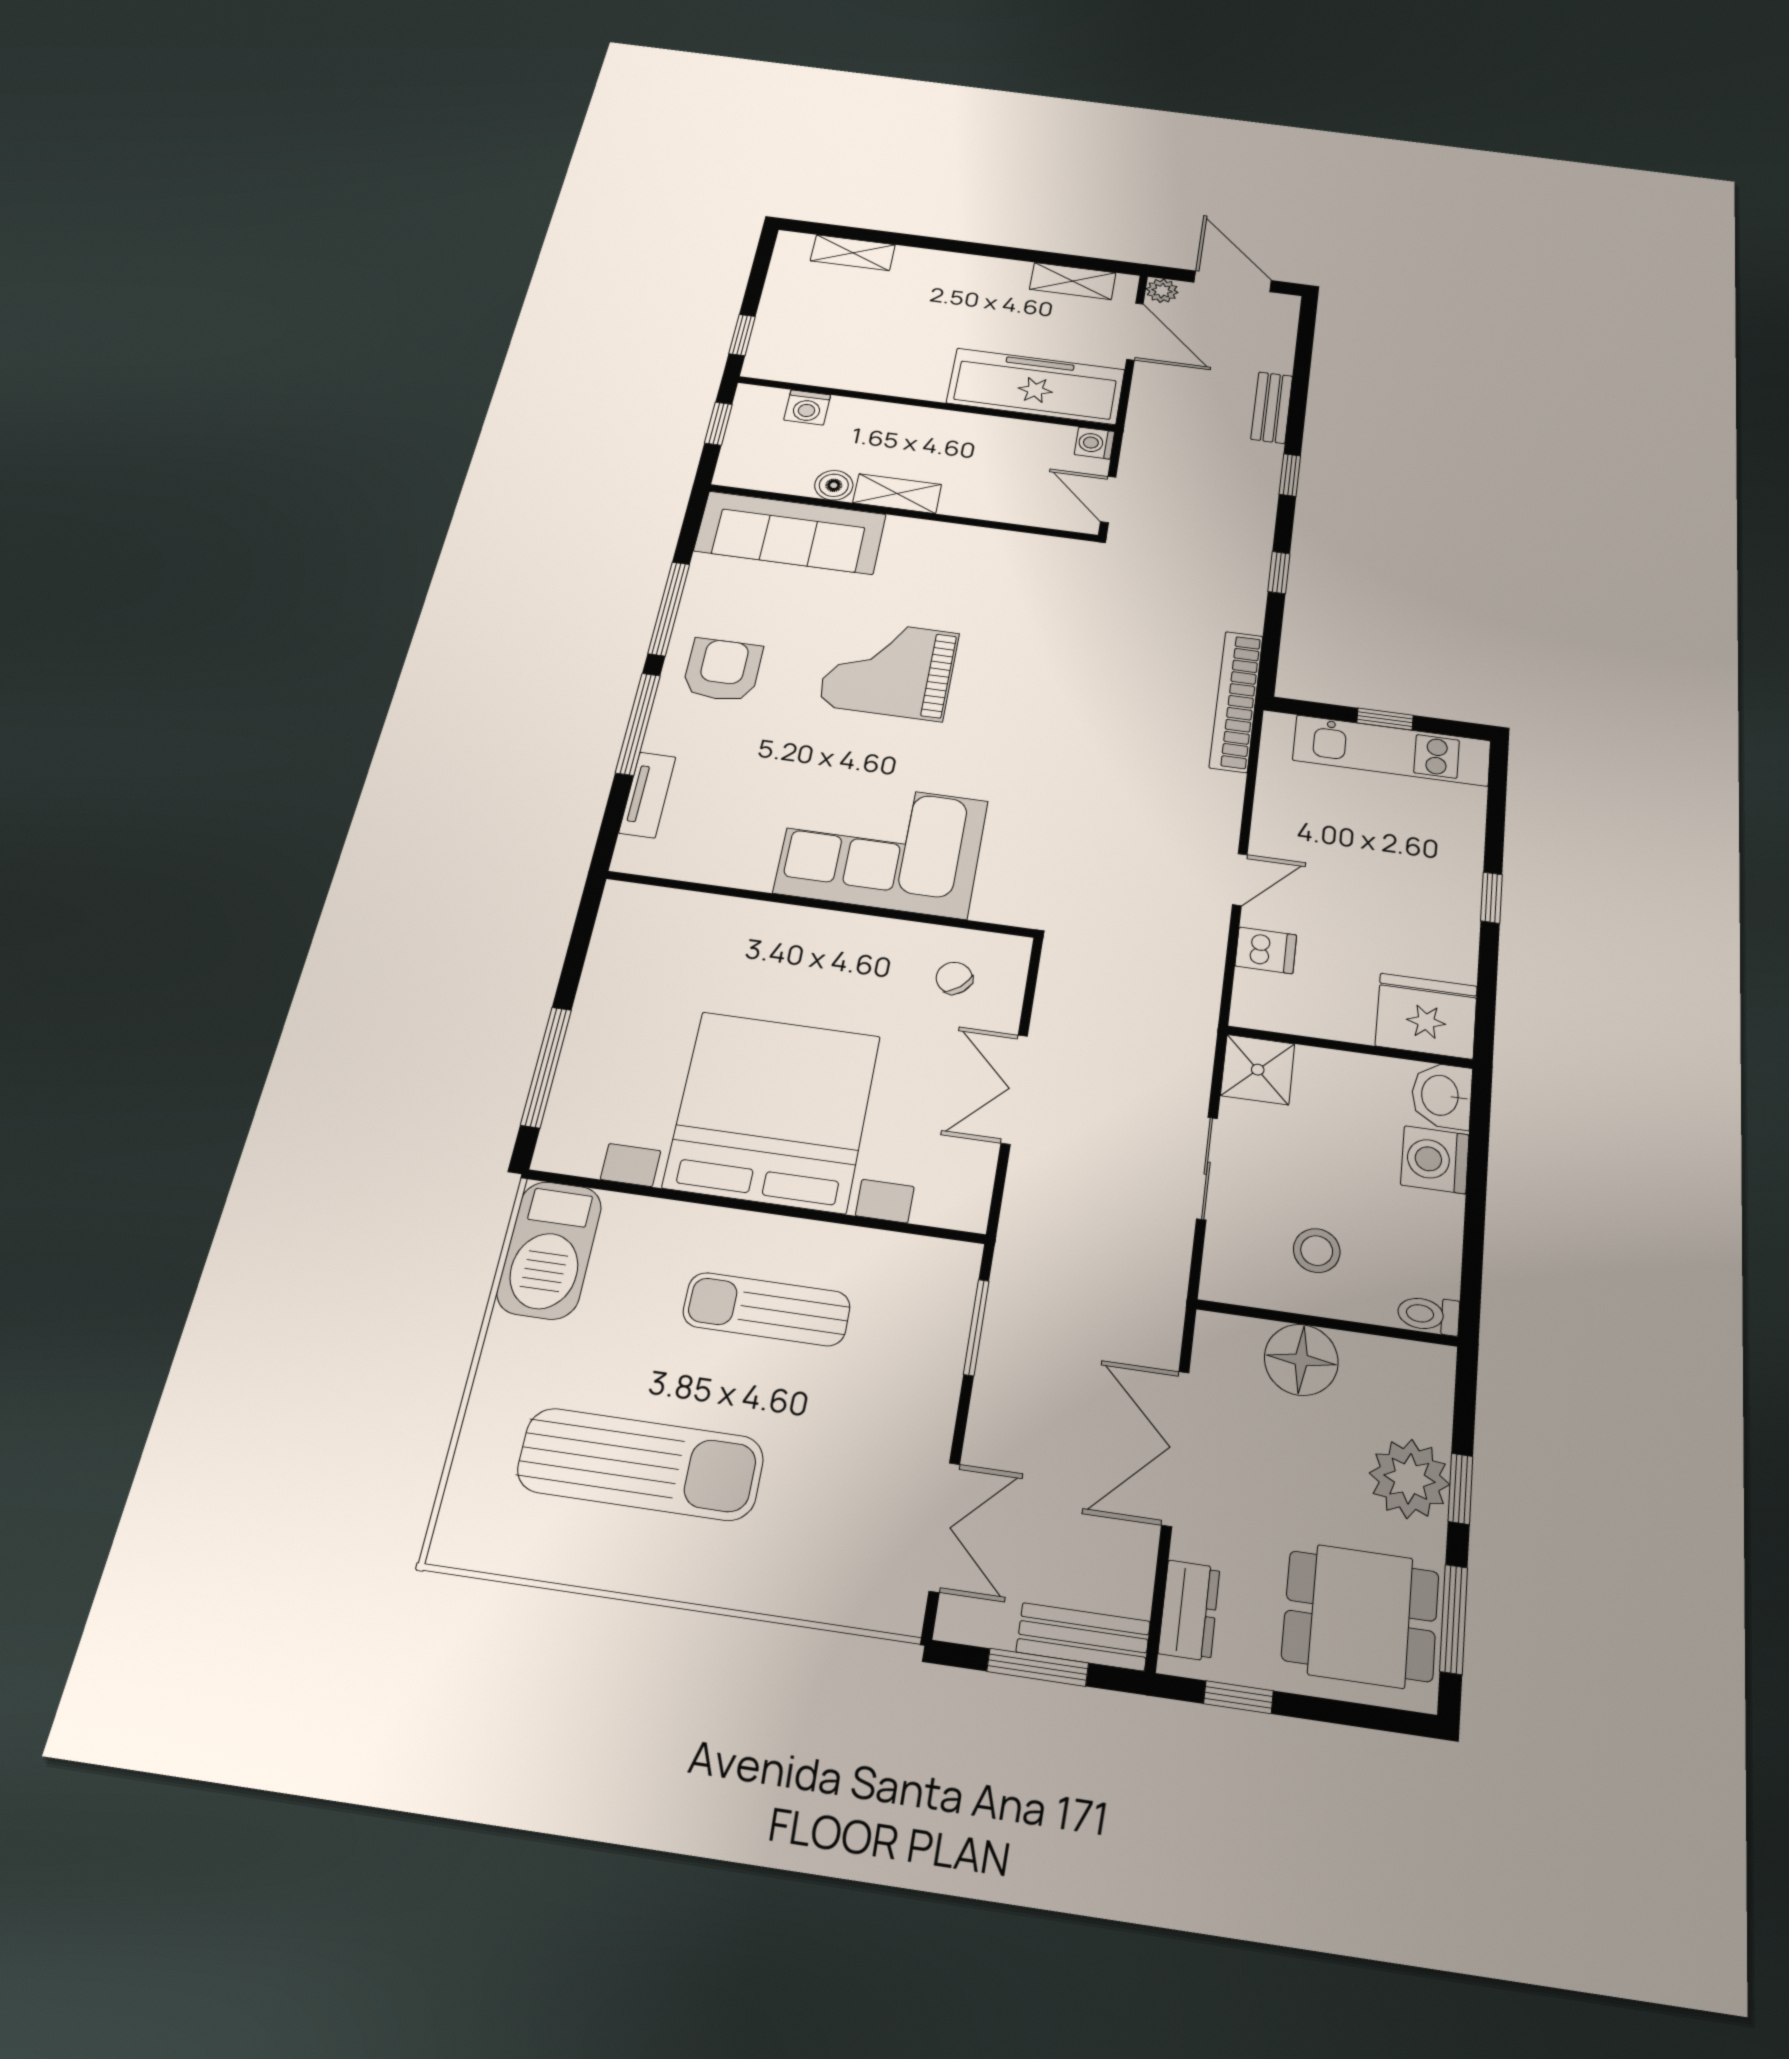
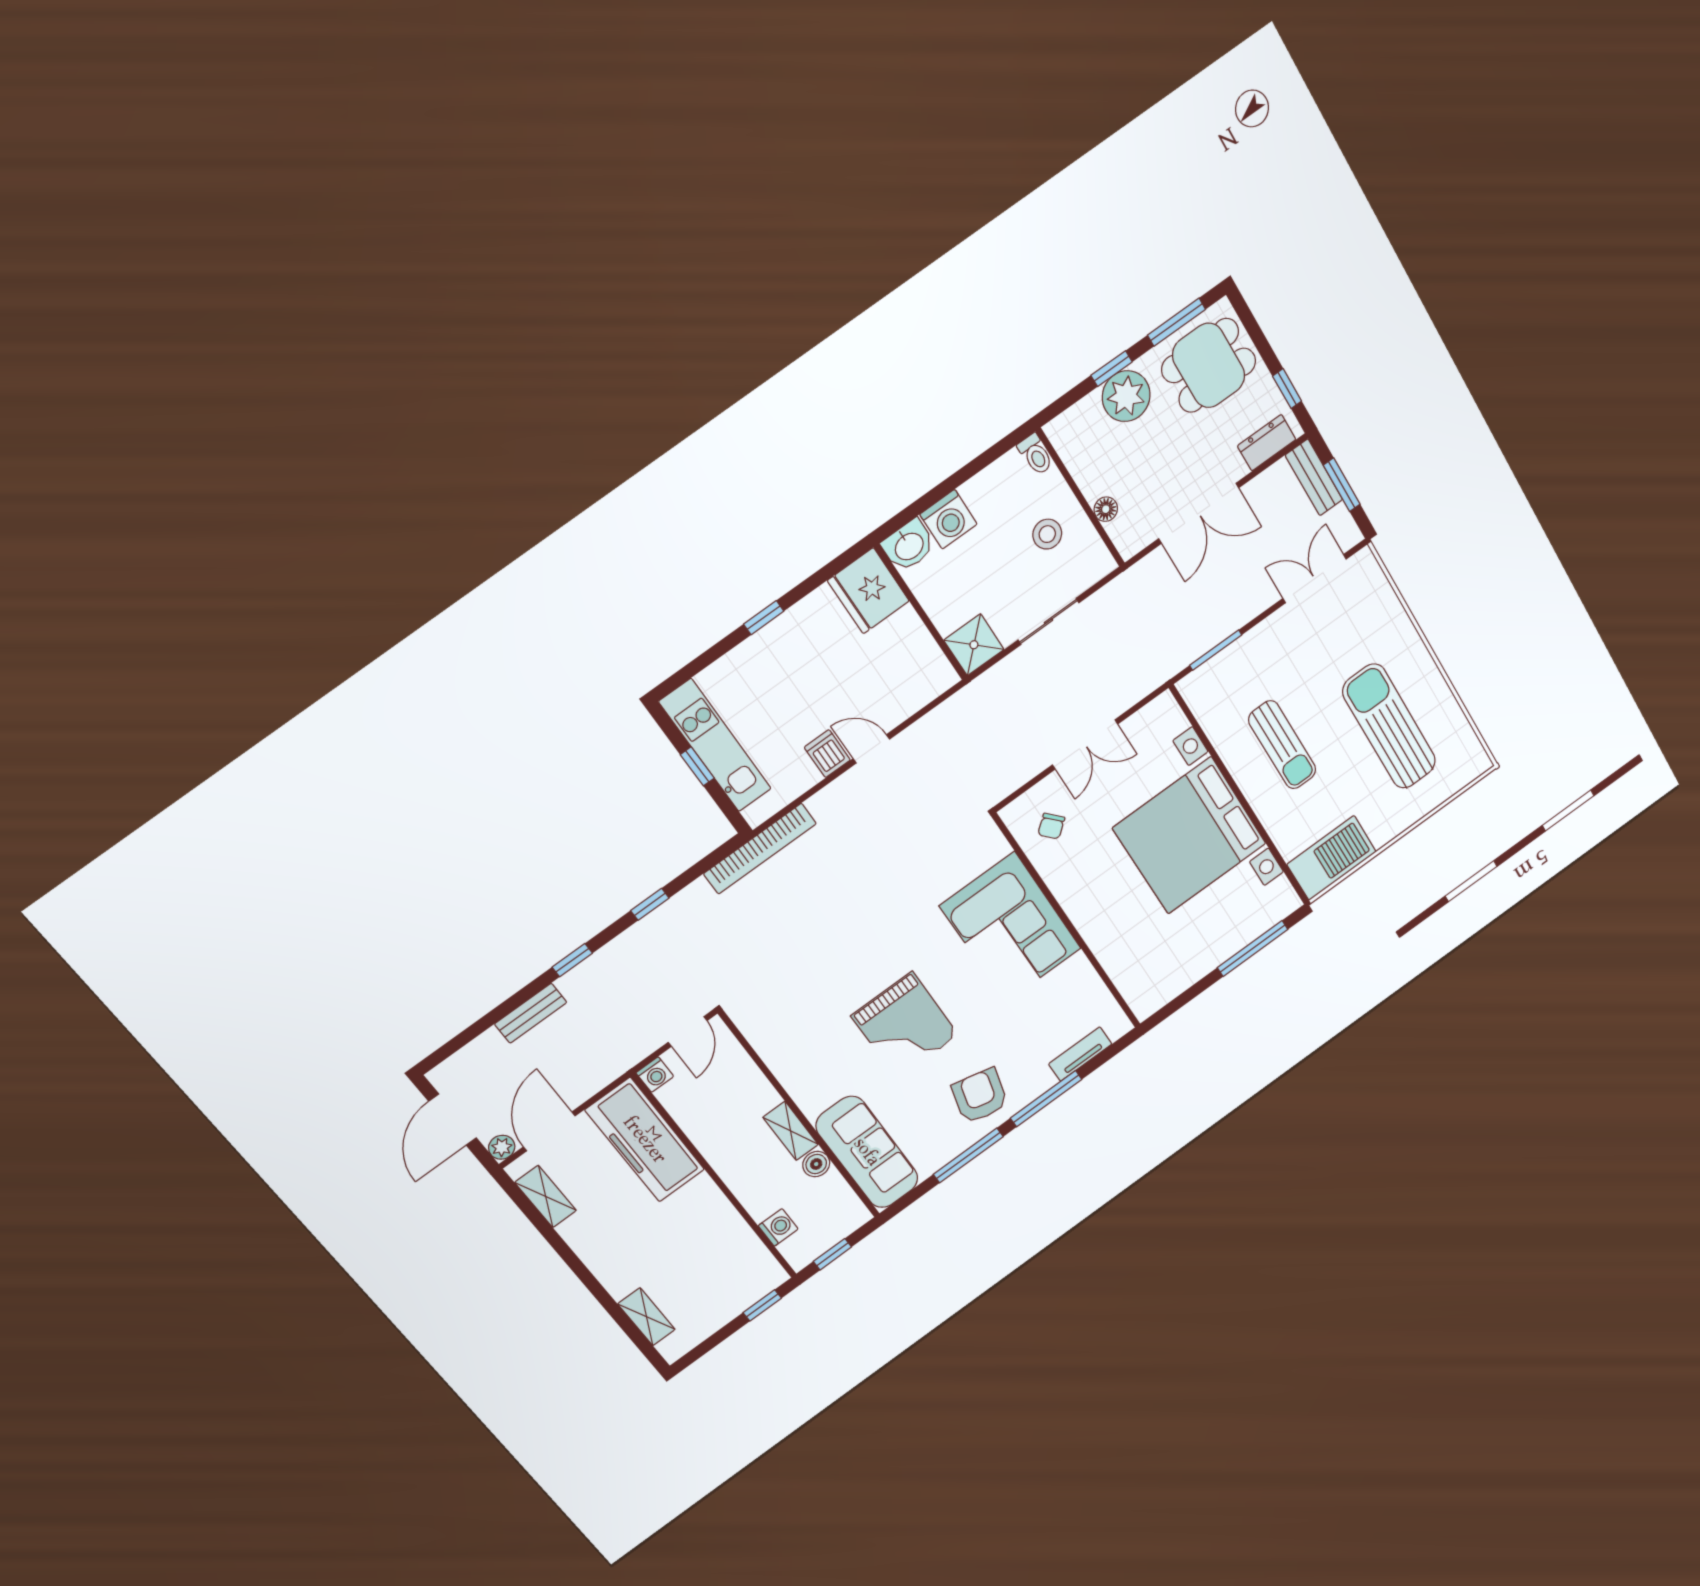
armchair: (723, 670) -> (980, 1096), turned 104
dishwasher: (1266, 950) -> (827, 754), moved
floor lamp: (1301, 1360) -> (1106, 509), width x0.53, depth x0.53
dining table: (1361, 1616) -> (1209, 365), turned 90

